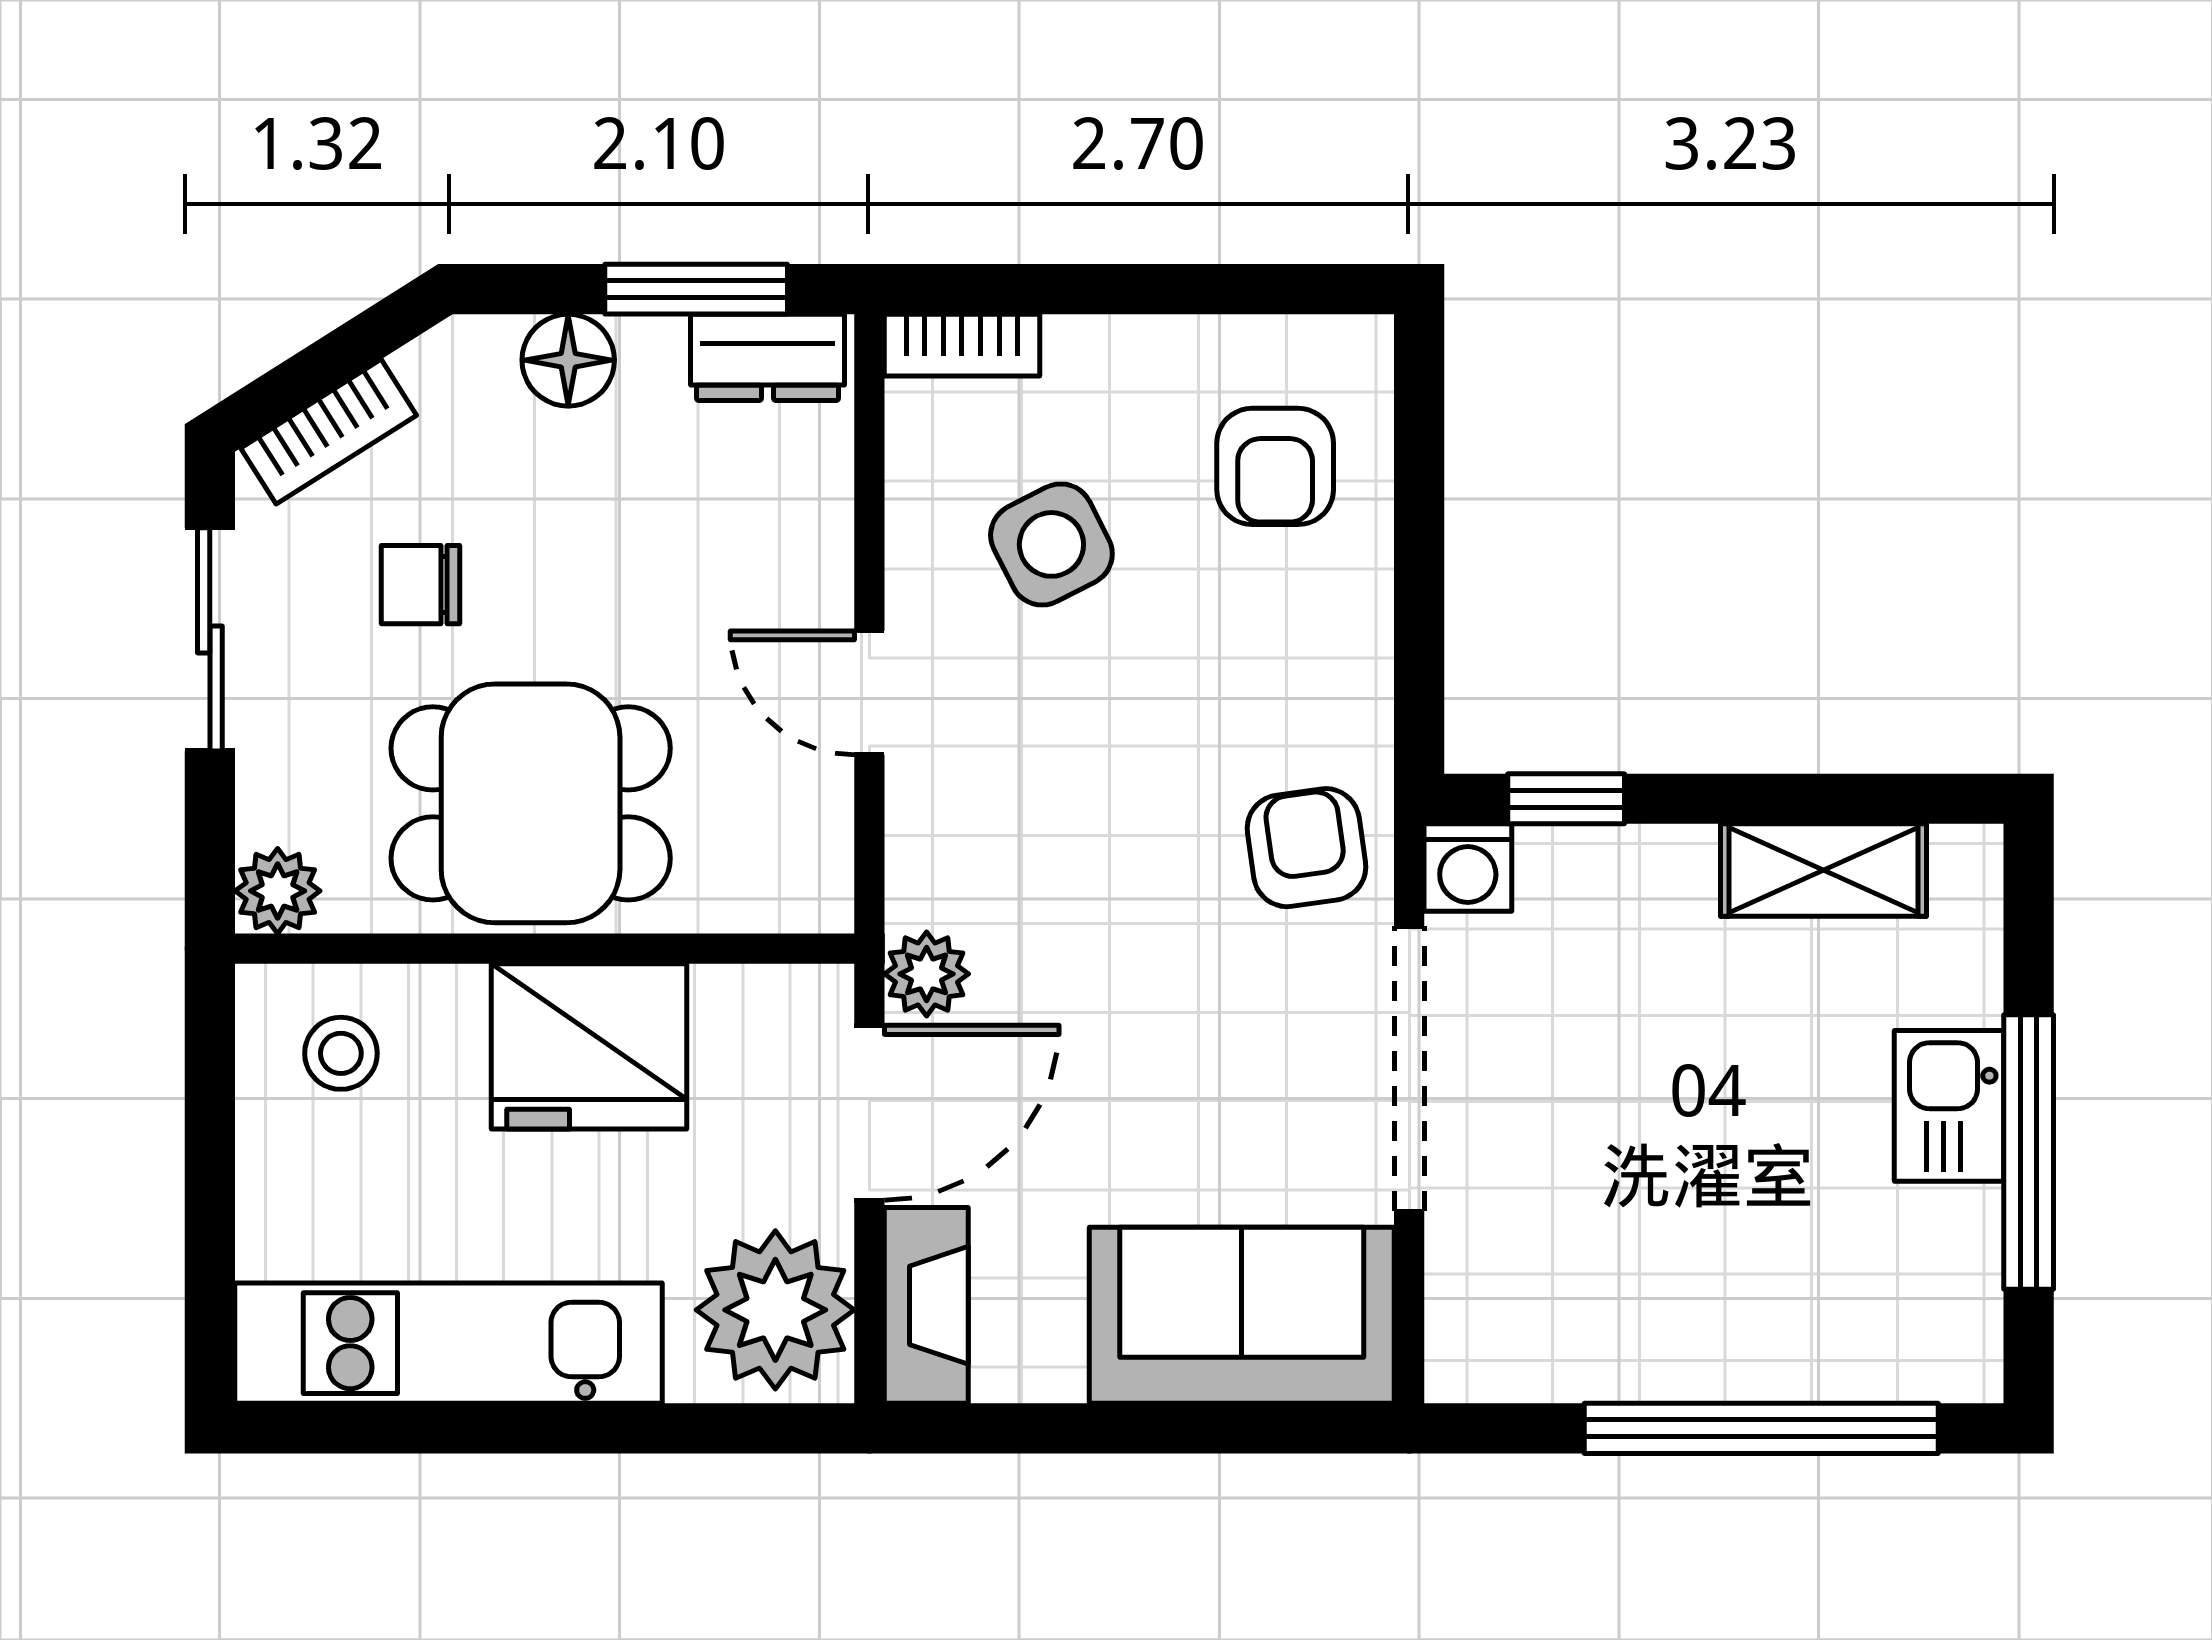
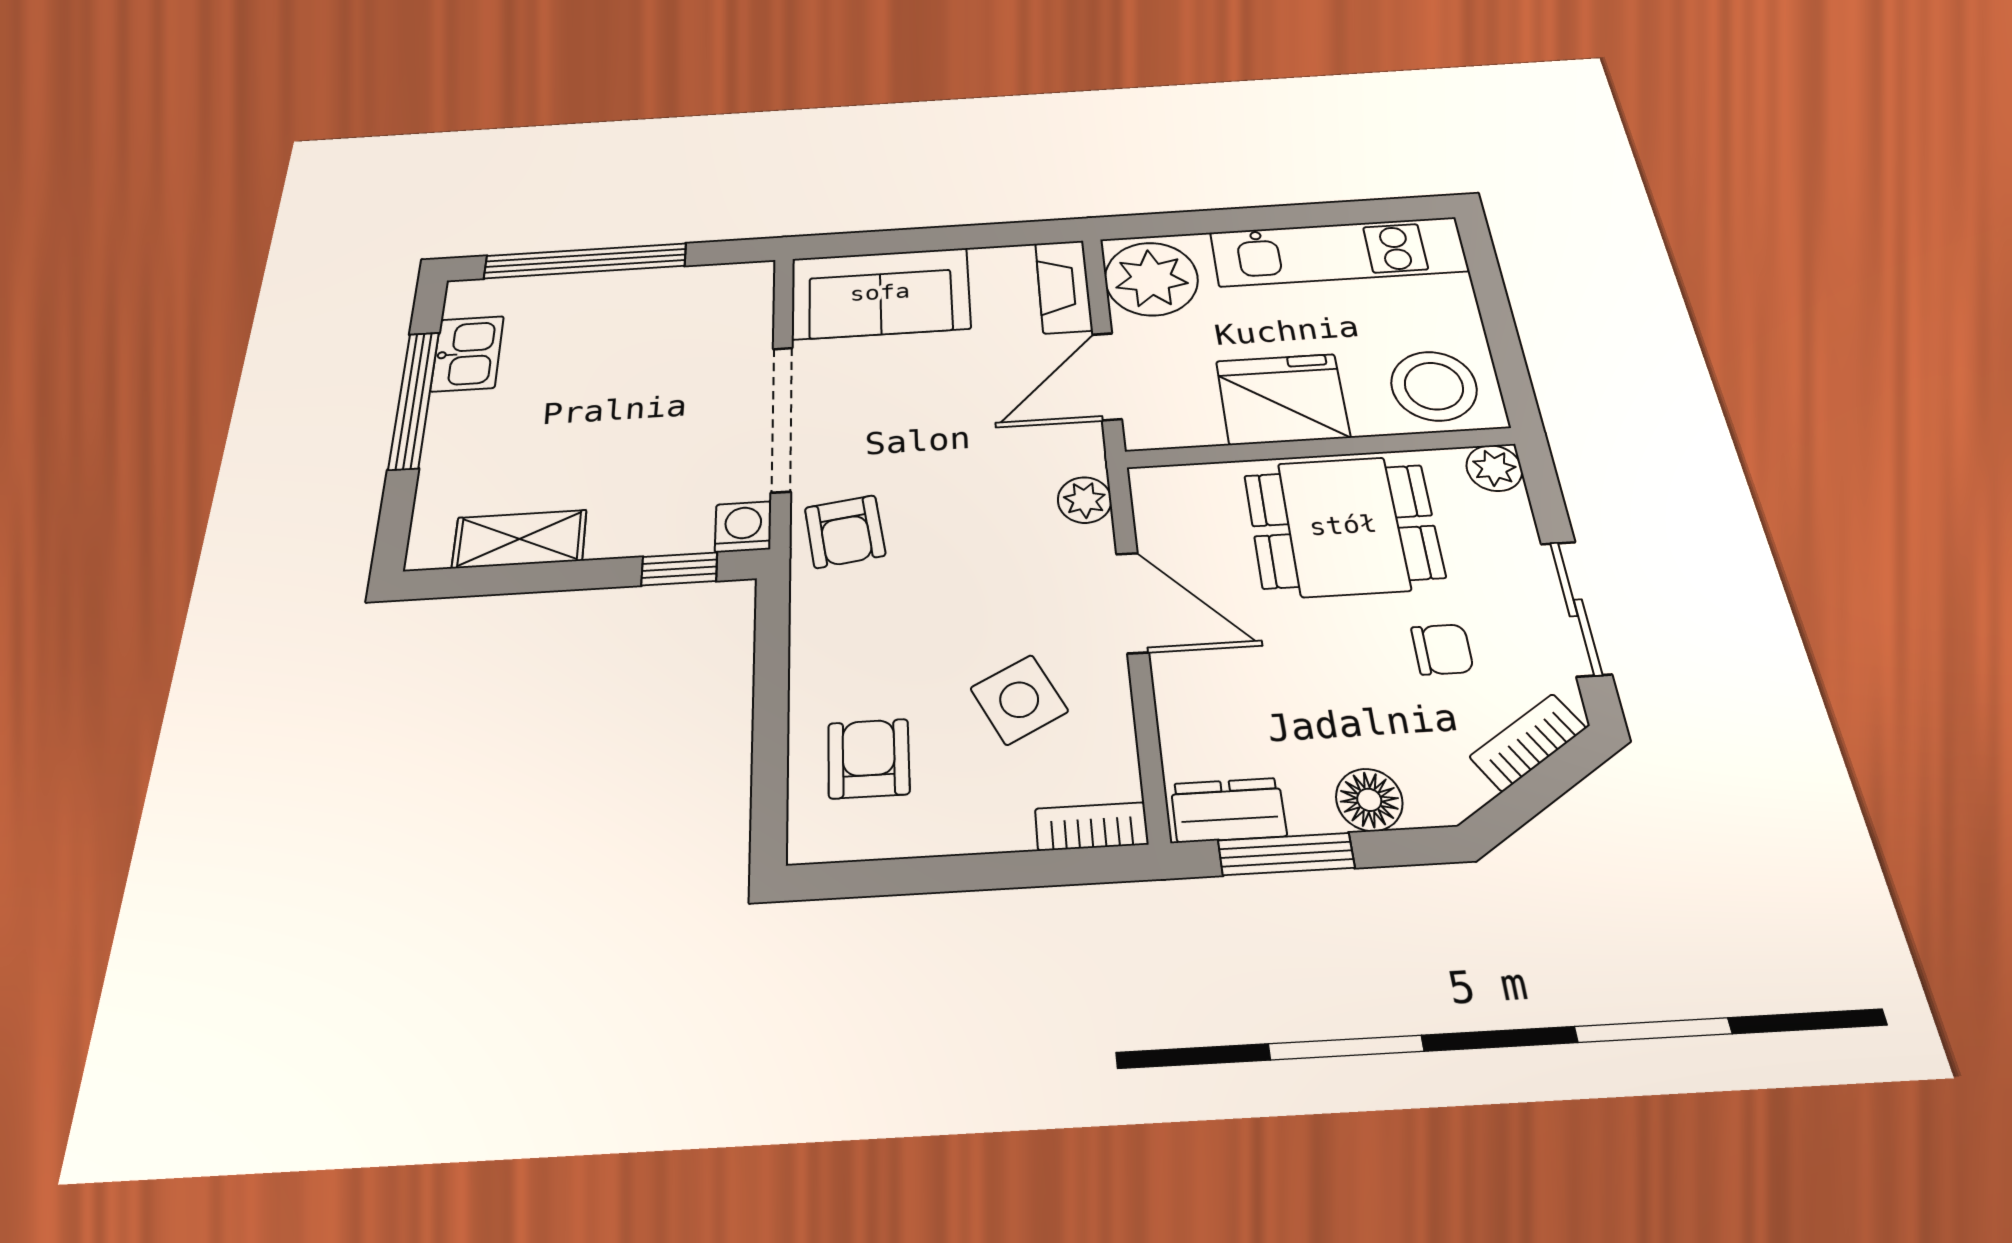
door: (869, 693) -> (1132, 602), width x1.38
plant: (927, 974) -> (1085, 500), moved
stool: (341, 1053) -> (1434, 386), width x1.89, depth x1.89
kitchen sink: (1949, 1106) -> (467, 354), moved

